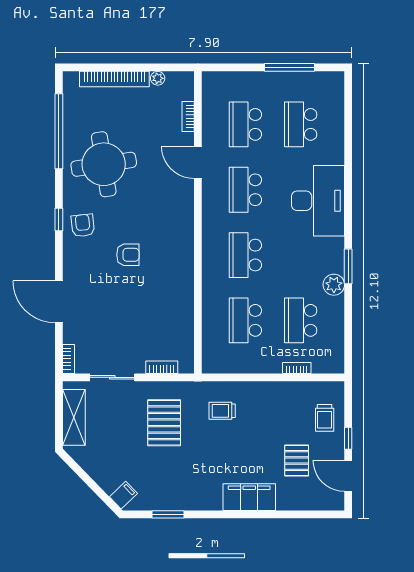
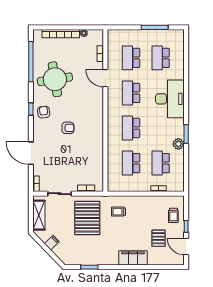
pallet: (164, 423) -> (87, 218), width x1.37, depth x1.41
filing cabinet: (123, 495) -> (52, 243), moved

